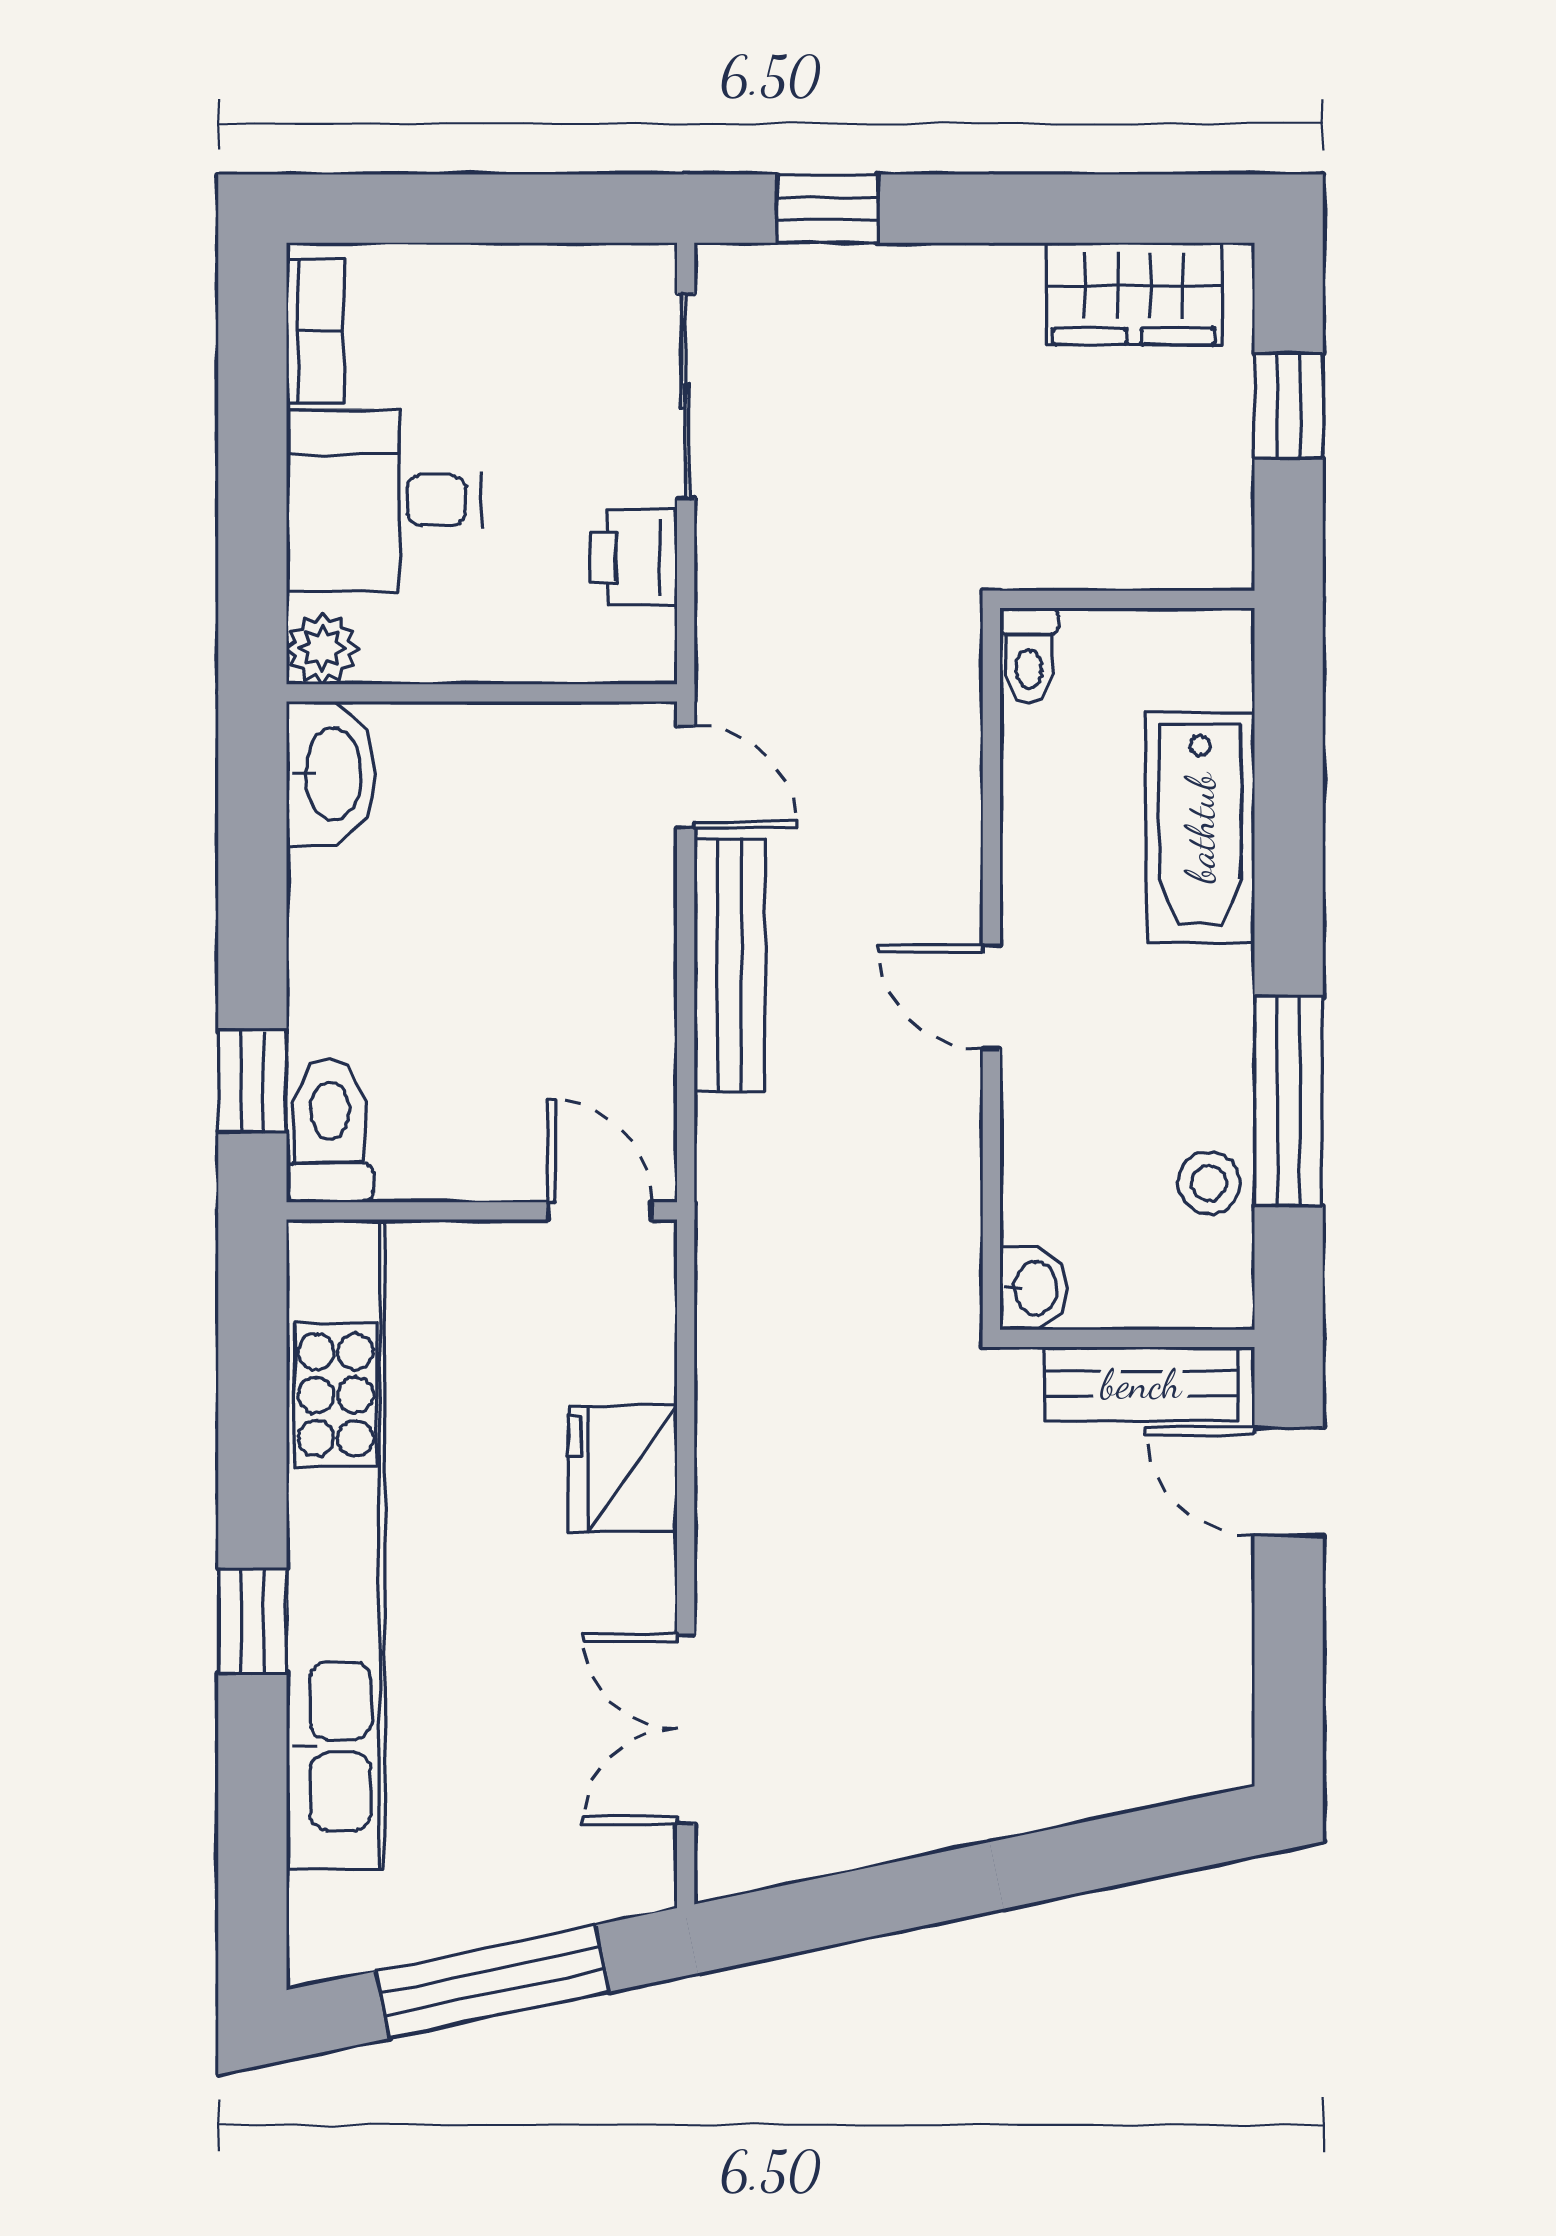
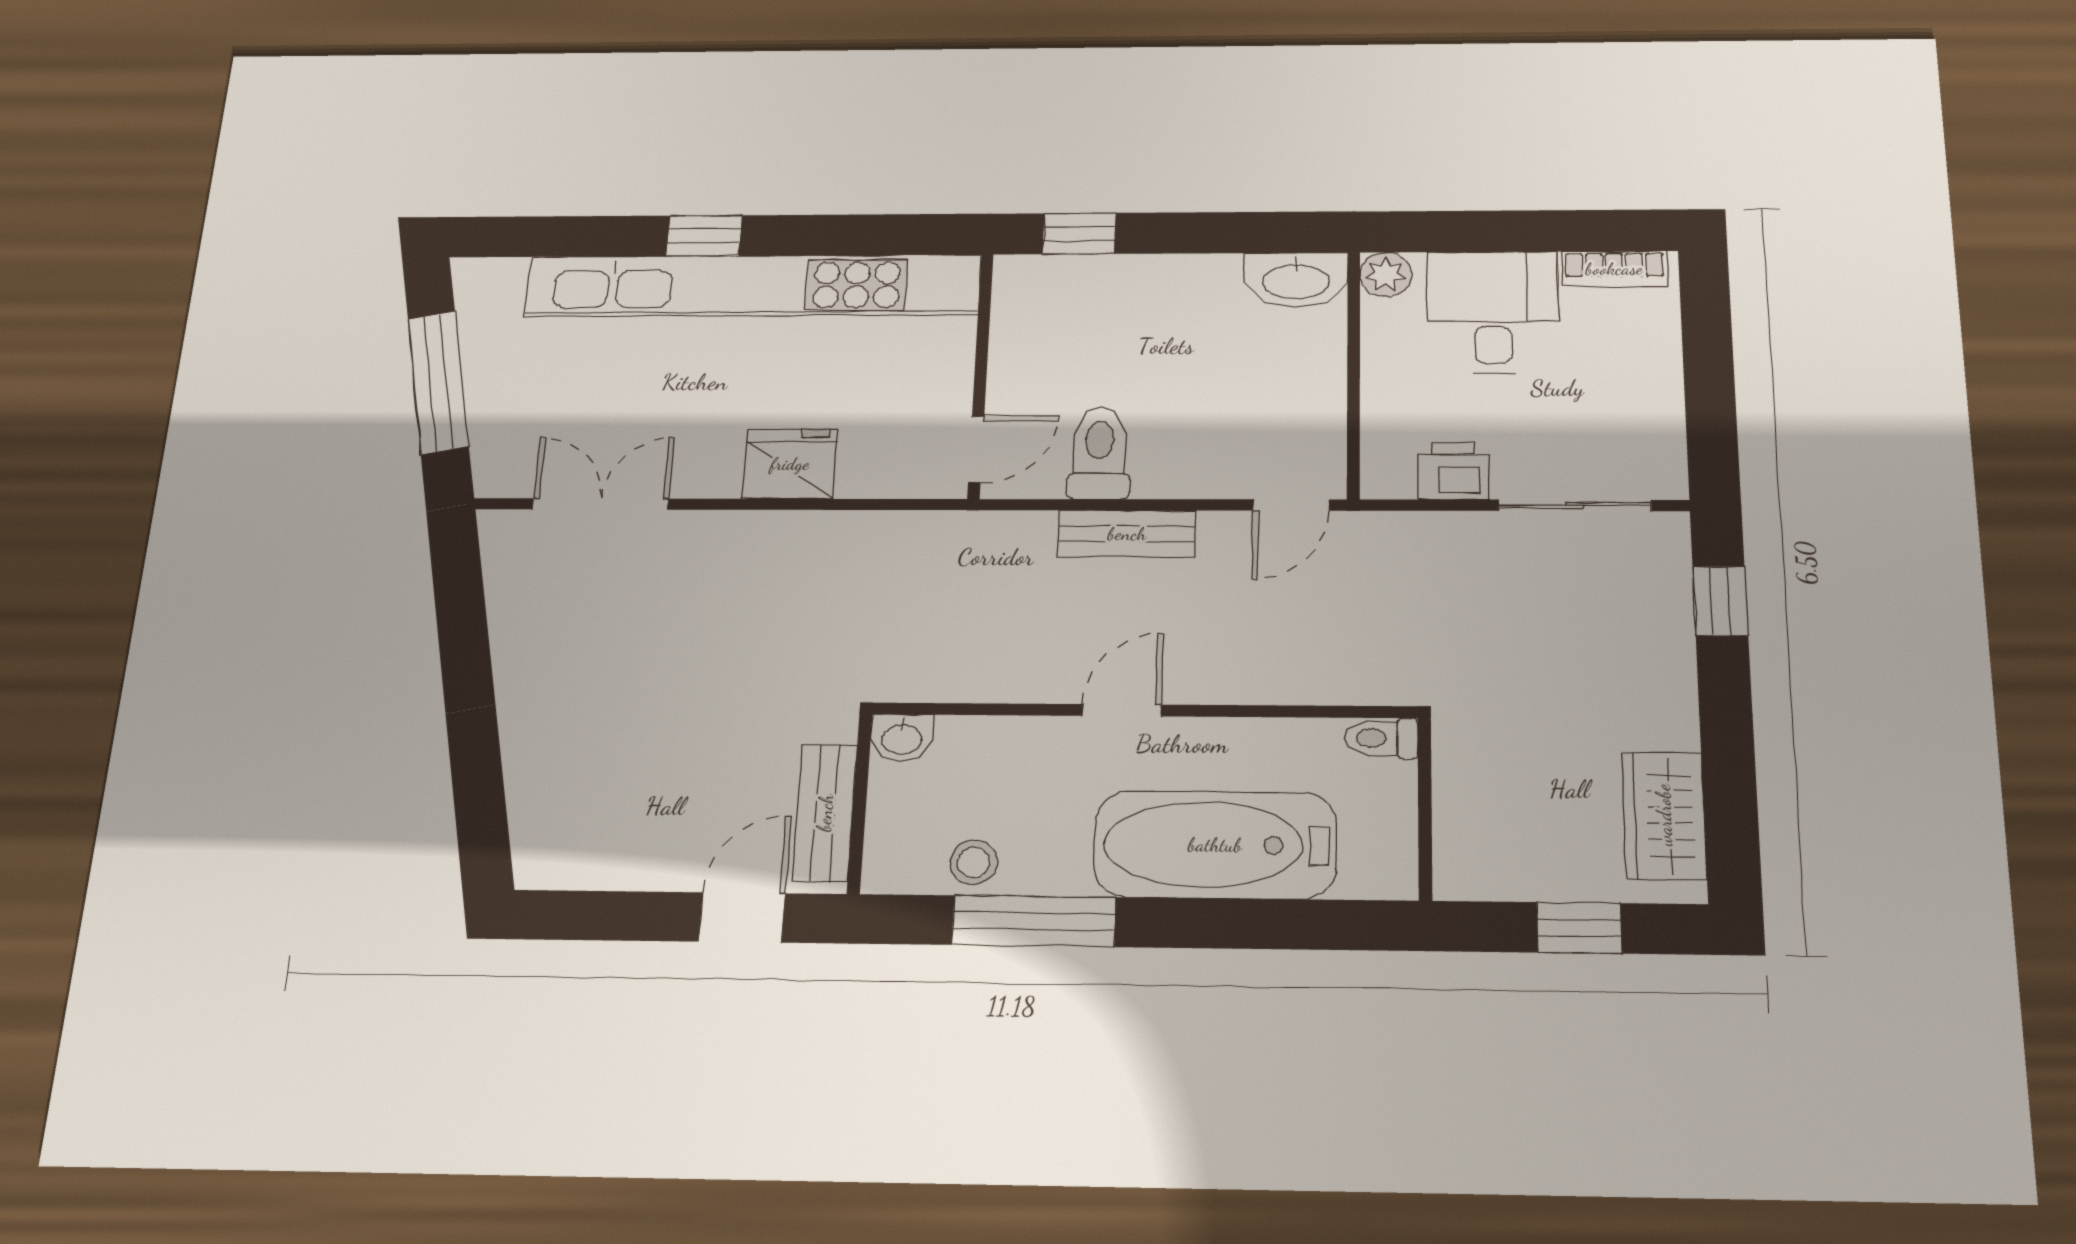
bathtub: (1200, 828) -> (1215, 845), width x1.36, depth x1.36
bench: (730, 965) -> (1127, 534), width x0.73
toilet: (330, 1131) -> (1099, 453), moved, turned -90

